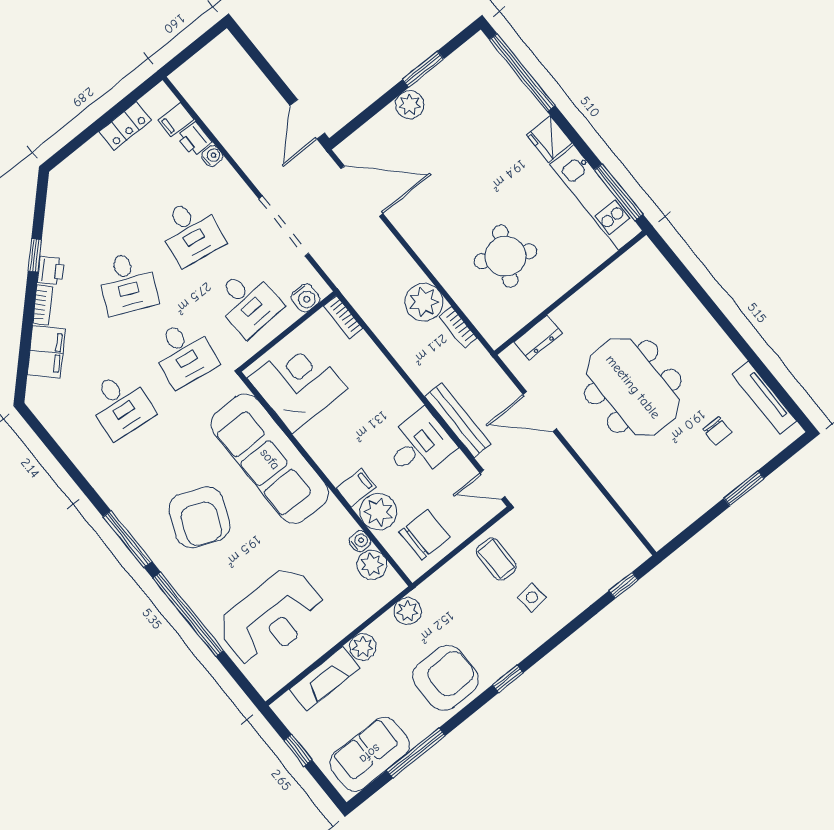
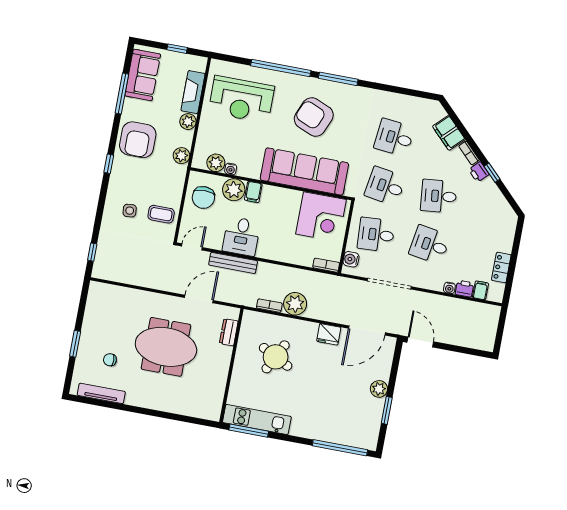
fridge: (549, 139) -> (329, 334), moved, turned 180
desk: (127, 283) -> (439, 196), turned -30
reception desk: (272, 617) -> (241, 99), turned -90

